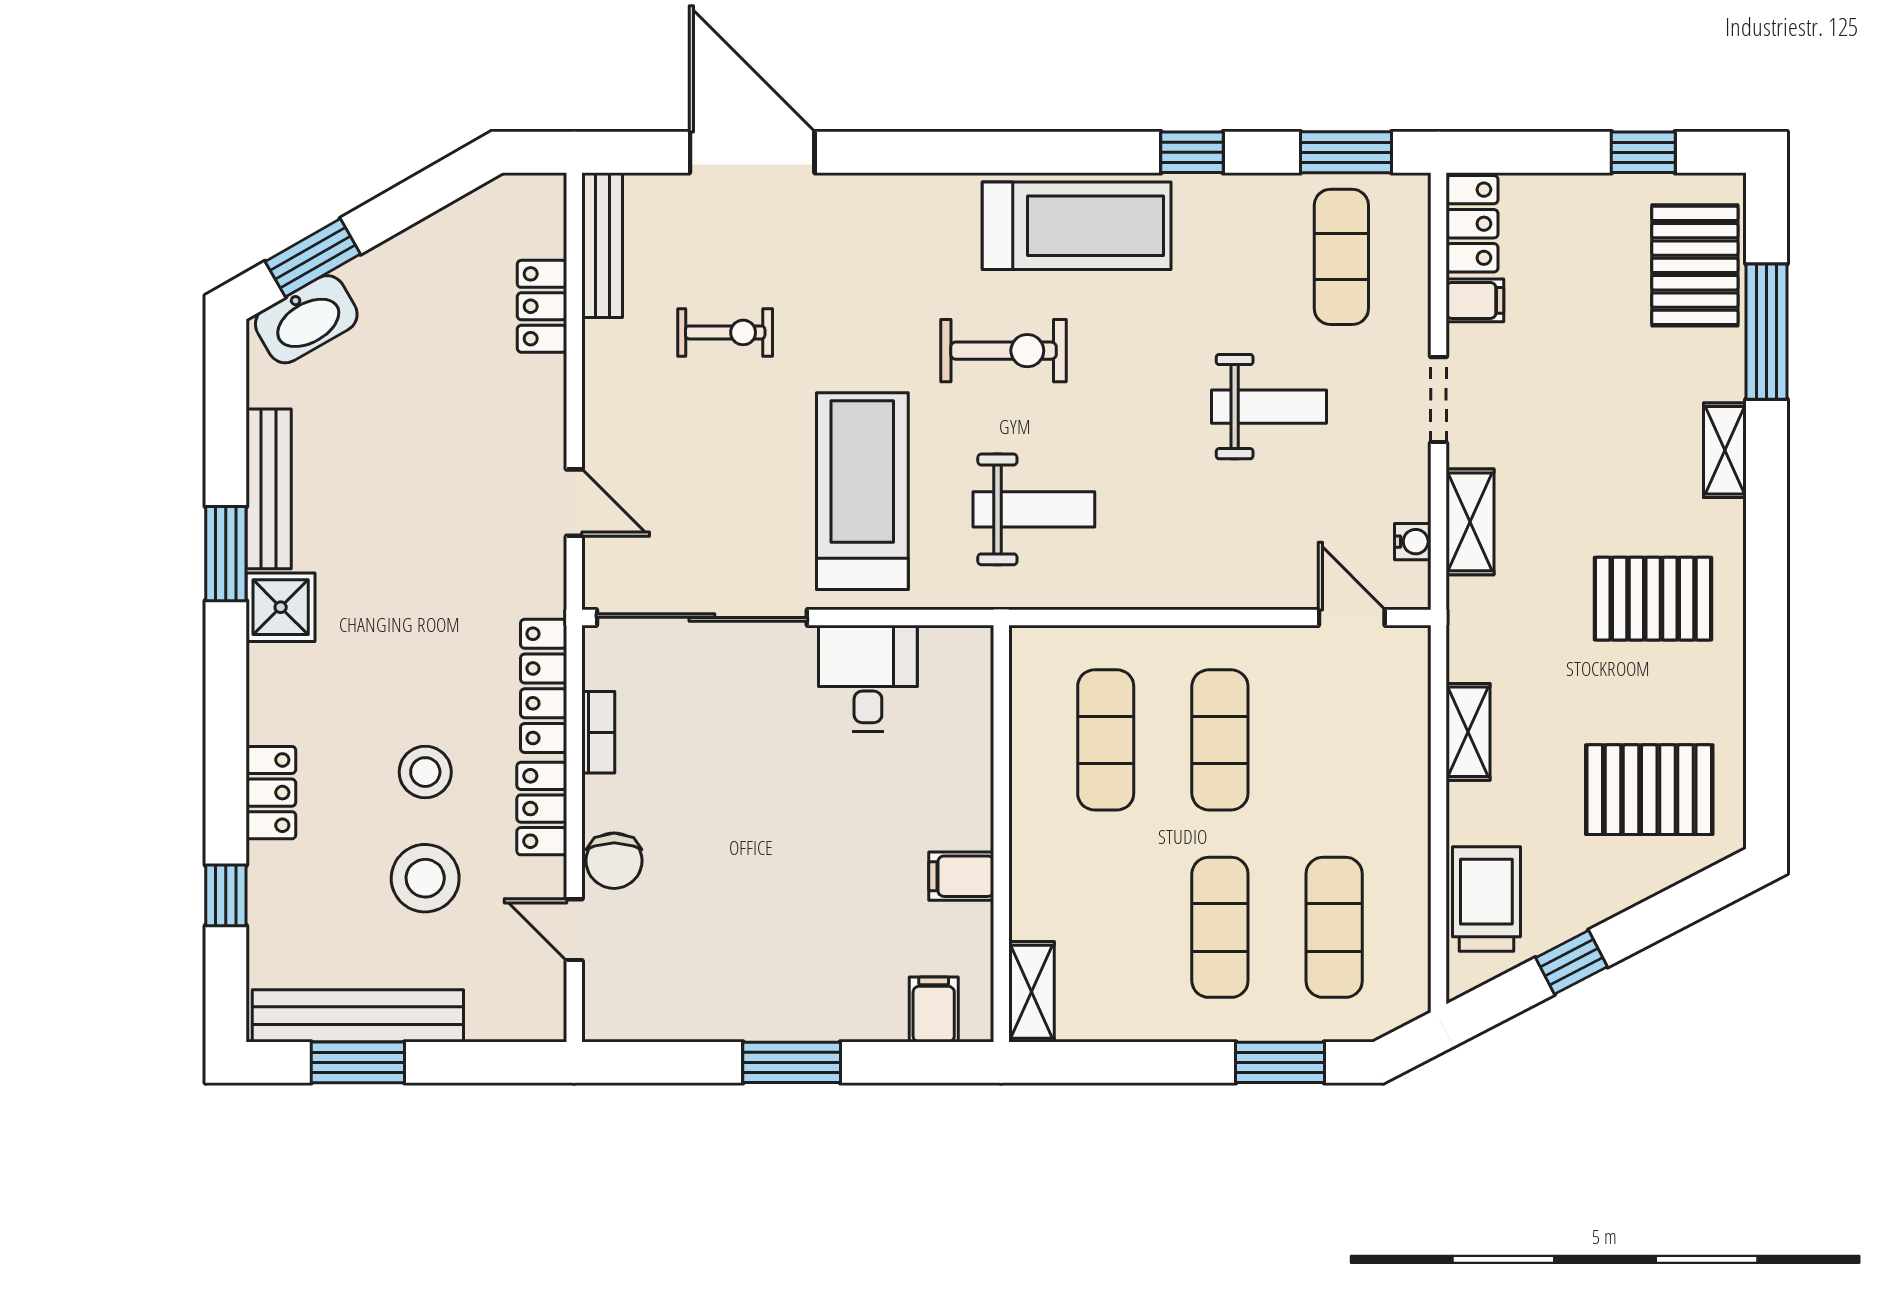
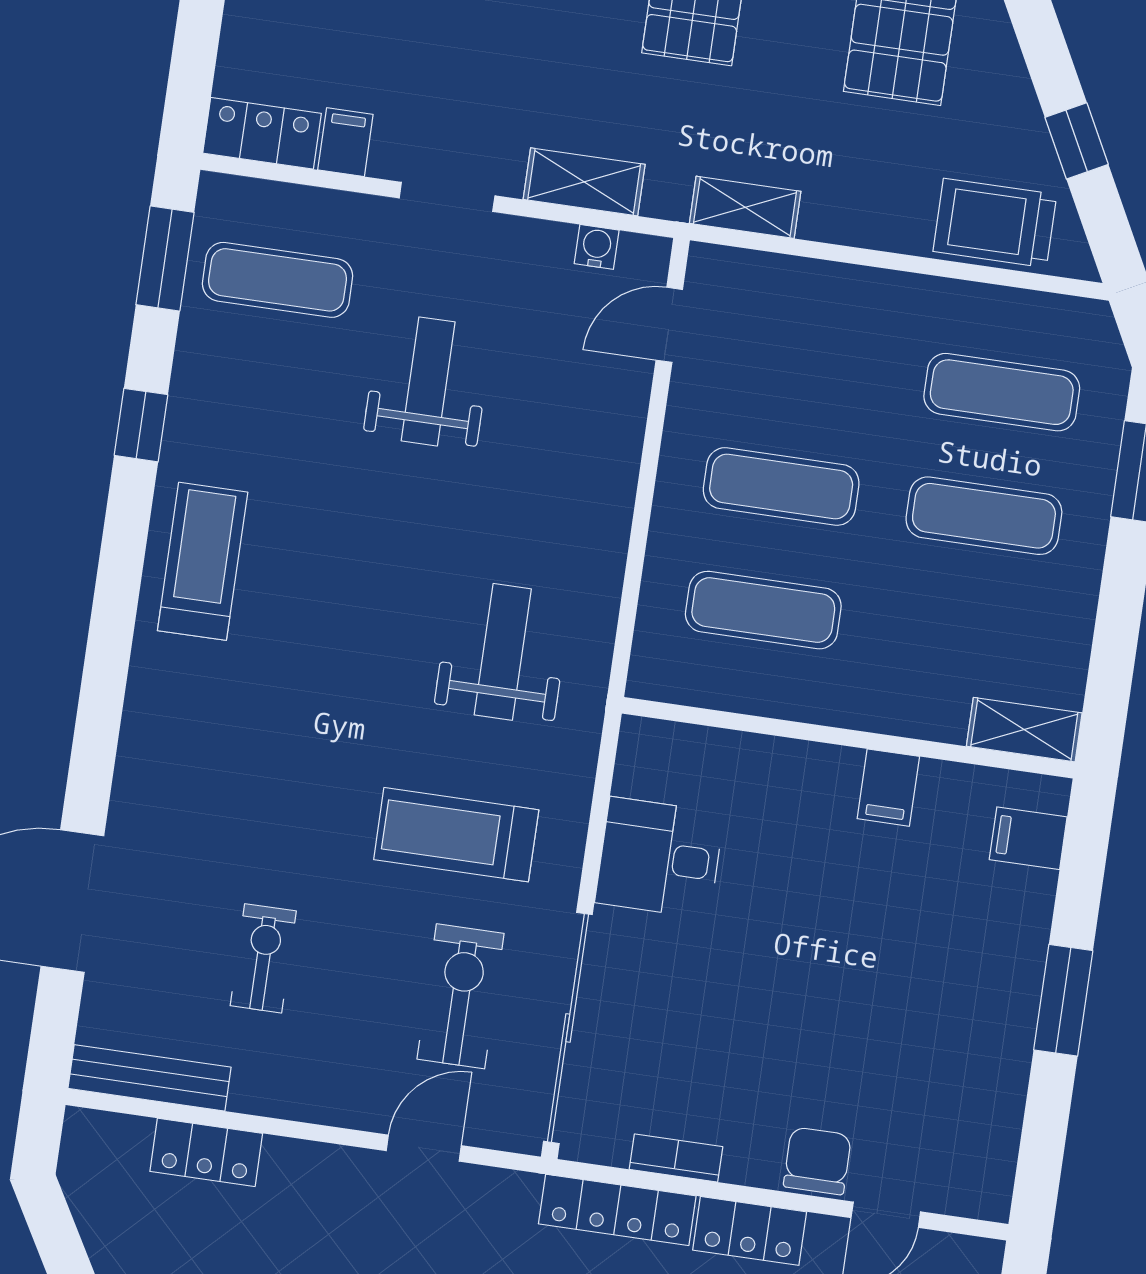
treadmill: (1077, 226) -> (203, 561), width x0.73, depth x0.73
exercise bike: (1003, 351) -> (461, 996), moved
treadmill: (862, 491) -> (456, 835), width x0.73, depth x0.73
shelving: (1468, 732) -> (745, 207), moved
chair: (614, 861) -> (817, 1161), turned -90

